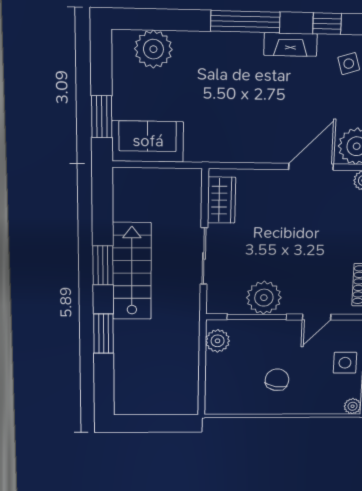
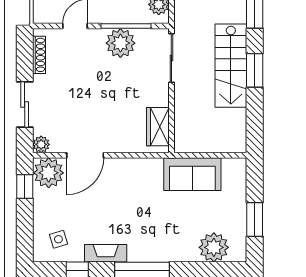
window: (102, 117) -> (255, 220), moved
sofa: (148, 141) -> (192, 174), moved
sliding door: (204, 256) -> (171, 58), moved

